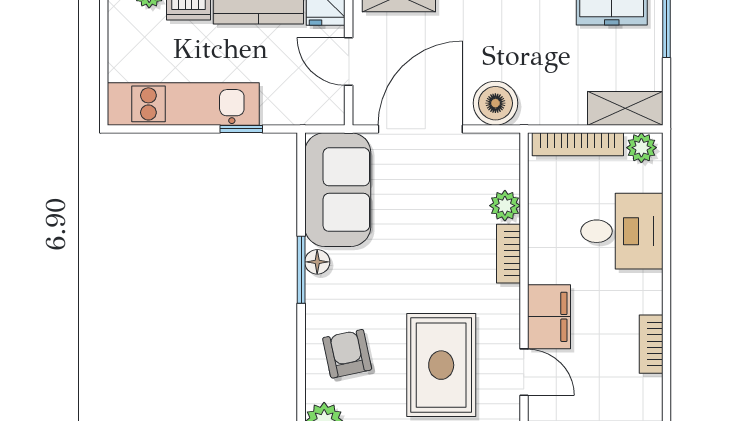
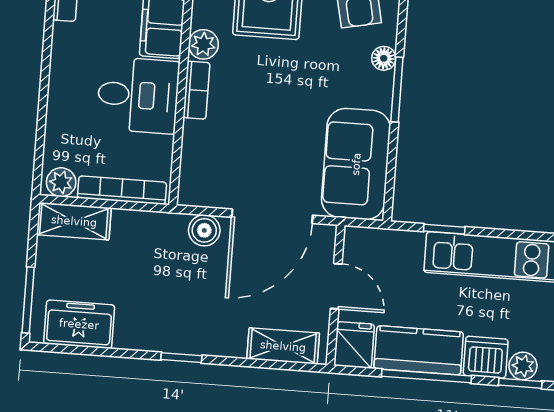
boiler: (495, 103) -> (204, 230), width x0.73, depth x0.73
plant: (505, 206) -> (203, 44), moved
desk: (622, 231) -> (138, 95), moved, turned 180
floor lamp: (317, 262) -> (384, 58), moved

